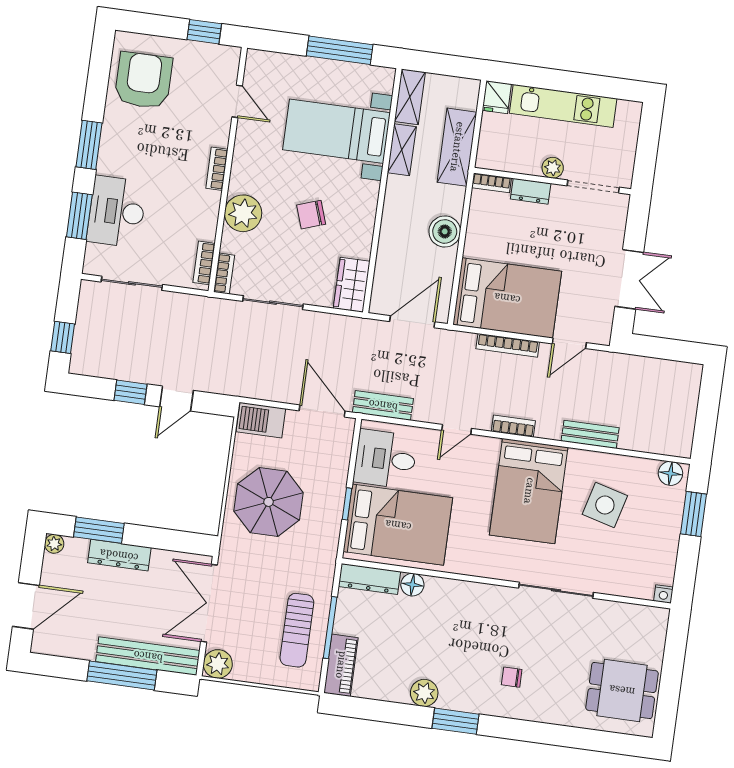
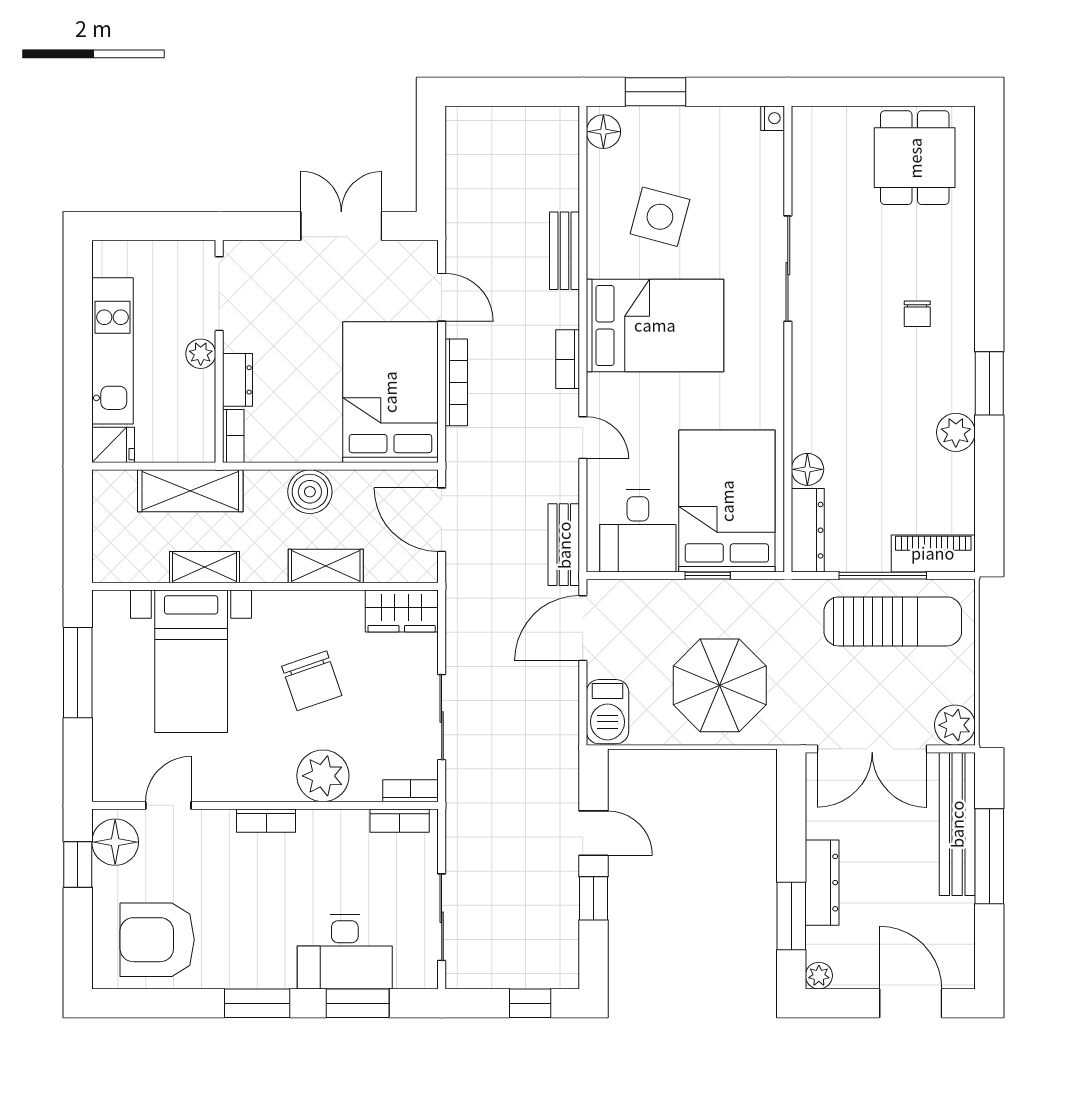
floor lamp: (216, 60) -> (115, 842), added
shelving: (410, 97) -> (326, 566), moved
chair: (311, 215) -> (312, 681), width x1.37, depth x1.37
sun lounger: (297, 630) -> (893, 621), width x1.36, depth x1.34

